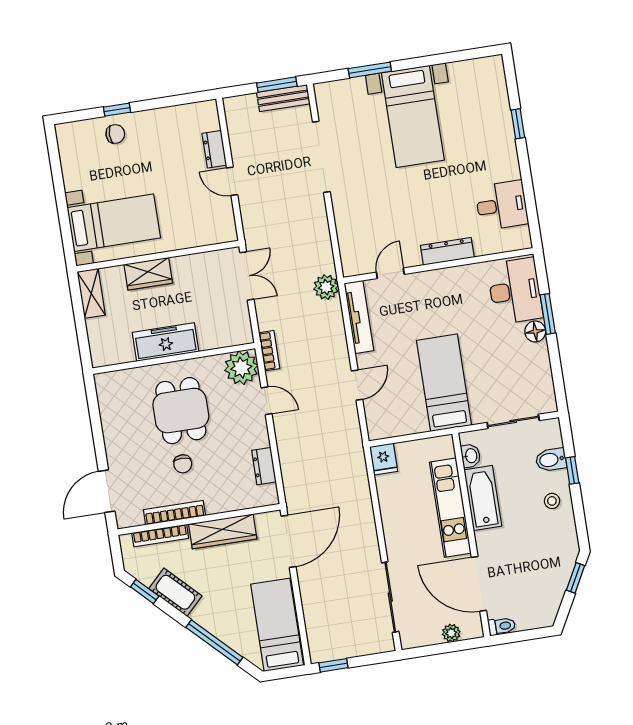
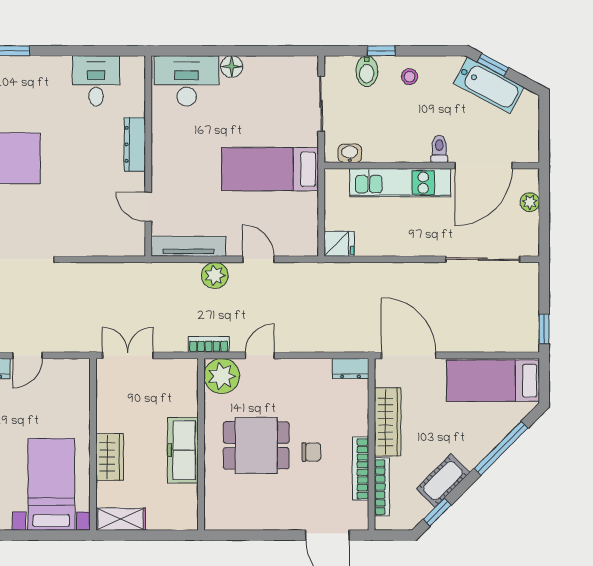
plant: (326, 287) -> (215, 275), moved
window: (548, 314) -> (216, 51), removed
dresser: (264, 466) -> (350, 369), moved
bathtub: (483, 498) -> (489, 85), moved, turned -152
toilet: (502, 626) -> (439, 149), moved

